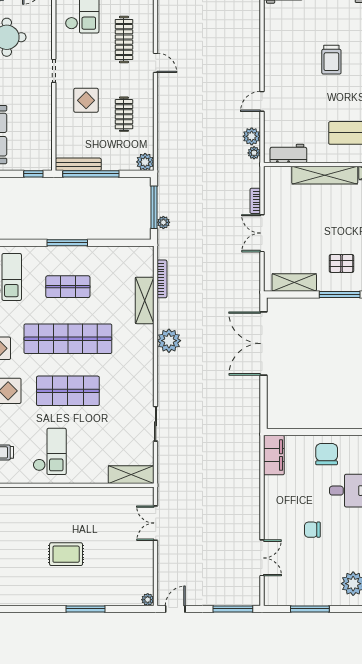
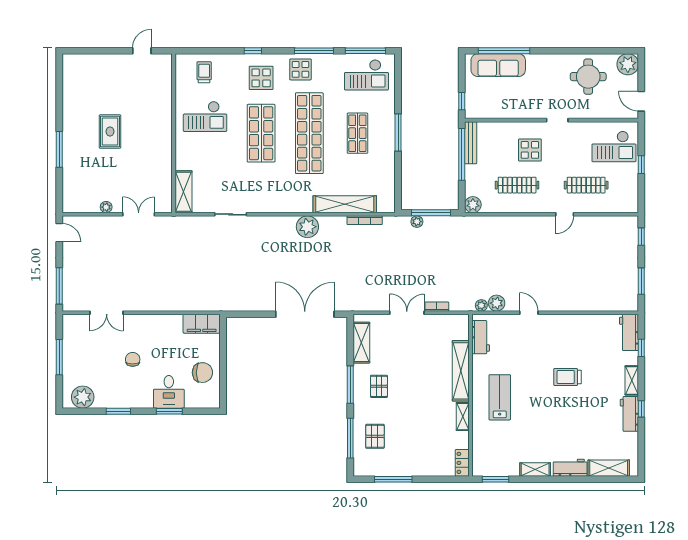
clothes rail: (124, 114) -> (517, 185), width x1.36
shelving: (145, 300) -> (345, 204), width x1.47
plant: (148, 600) -> (106, 207), moved

